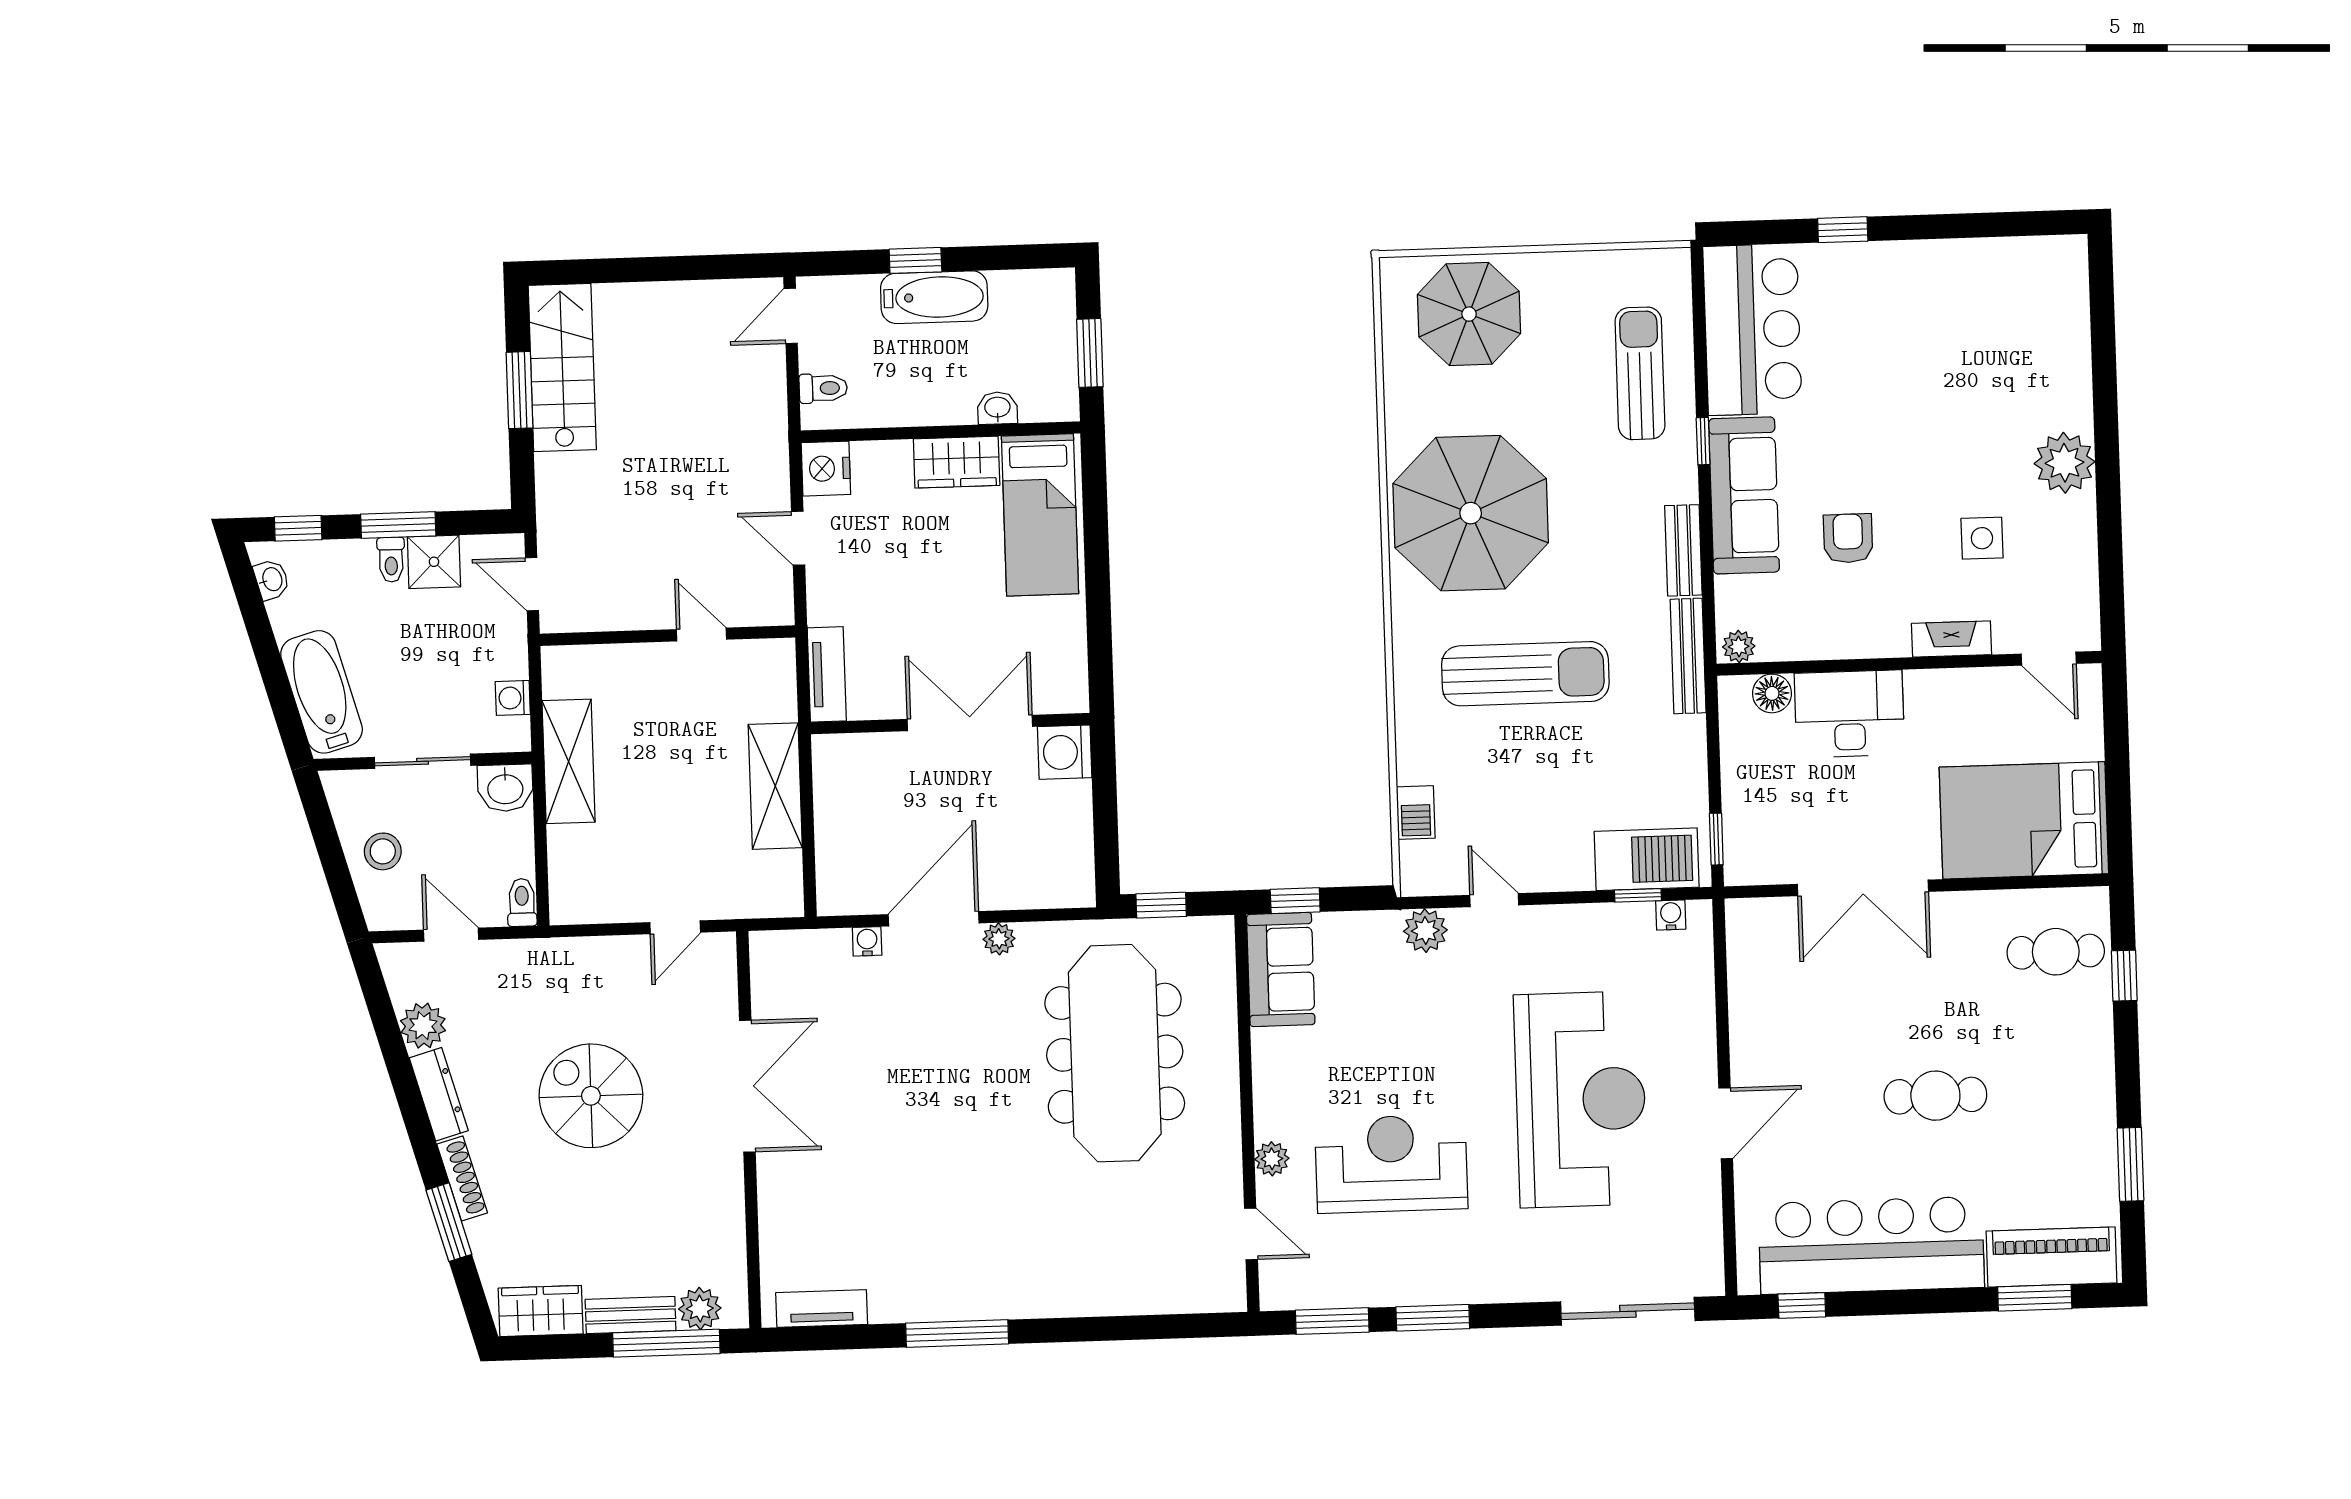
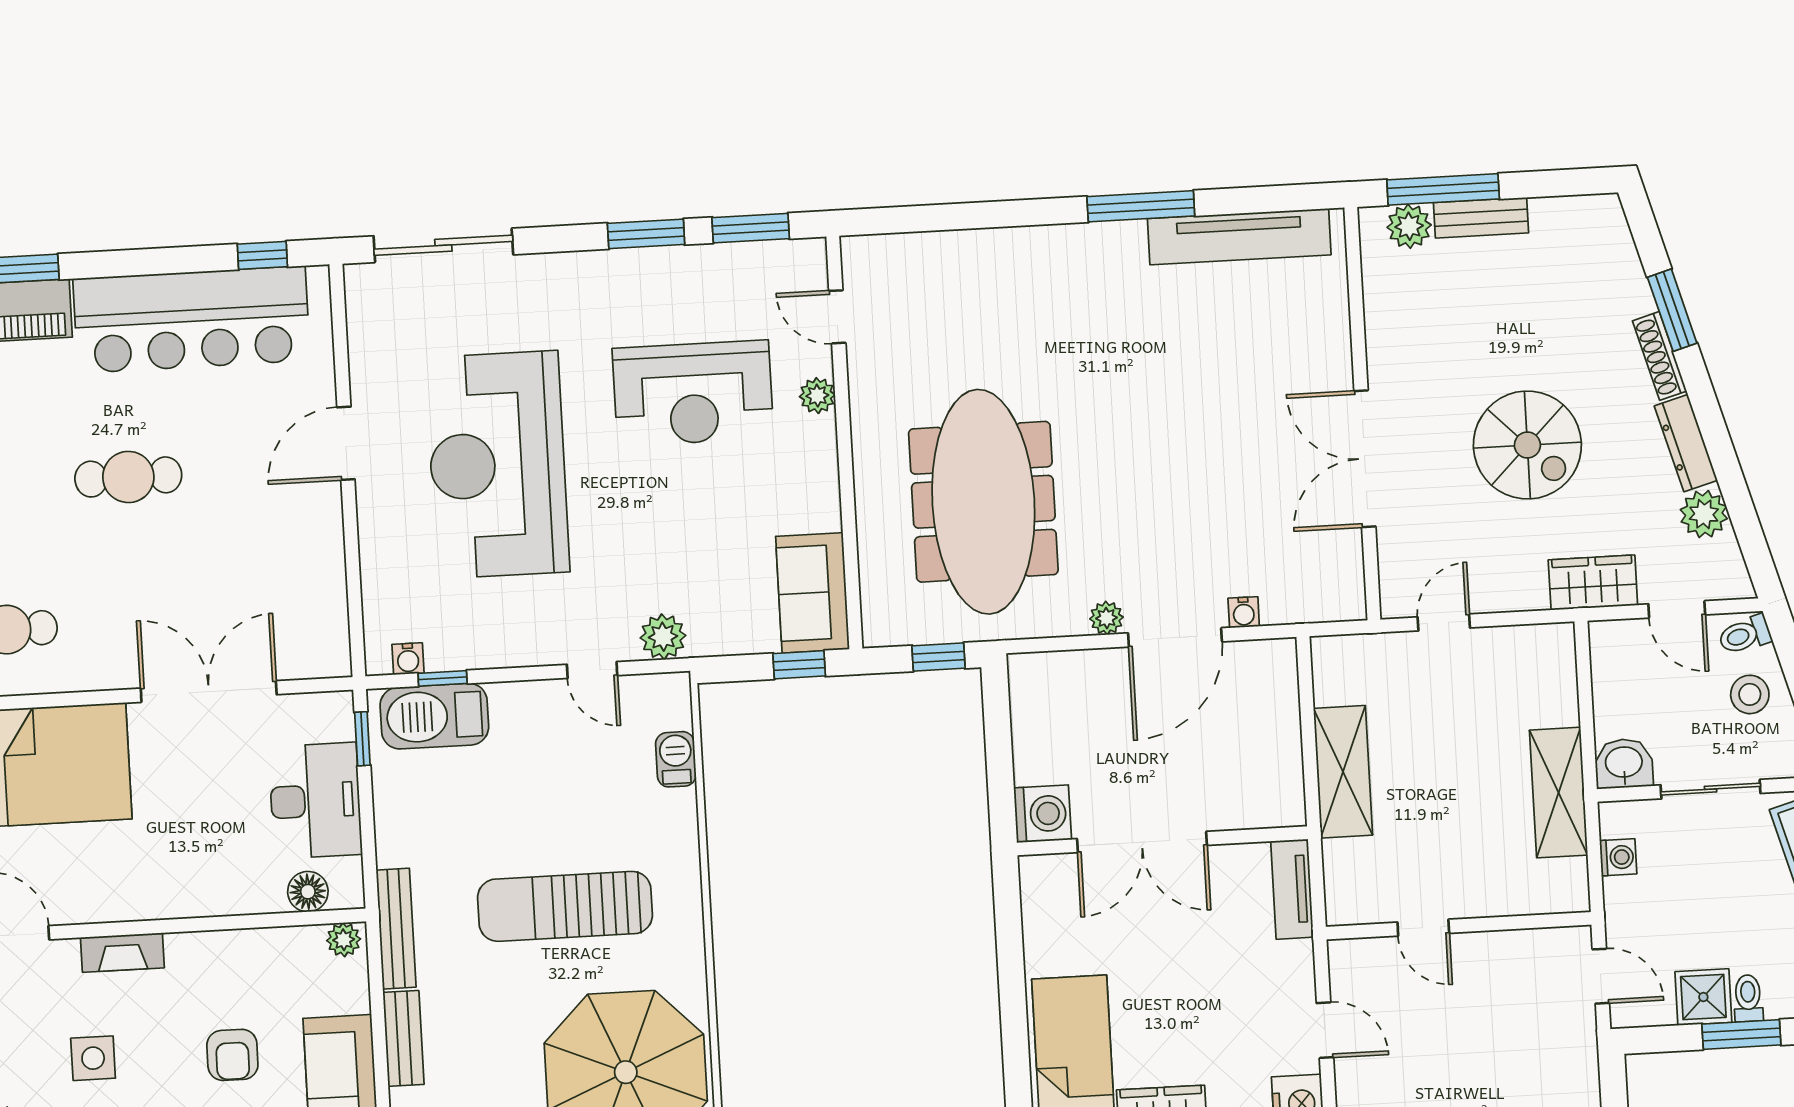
desk: (1849, 714) -> (315, 801), moved, turned -90
toilet: (522, 902) -> (1745, 635), moved, turned 74
tv unit: (822, 1308) -> (1239, 237), width x1.92, depth x1.29
wardrobe: (541, 1311) -> (1593, 583), moved, turned 180

